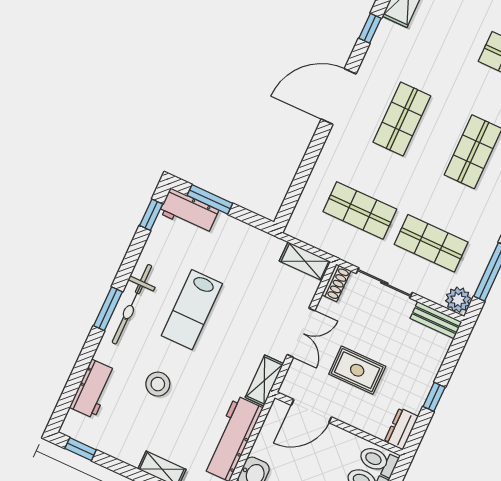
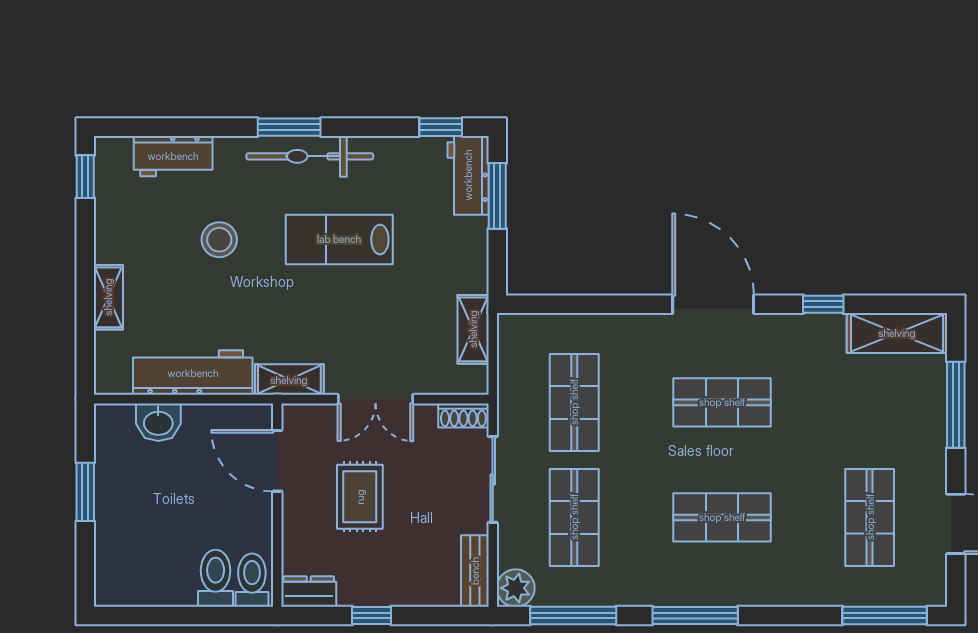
shelving: (305, 261) -> (473, 329), moved

